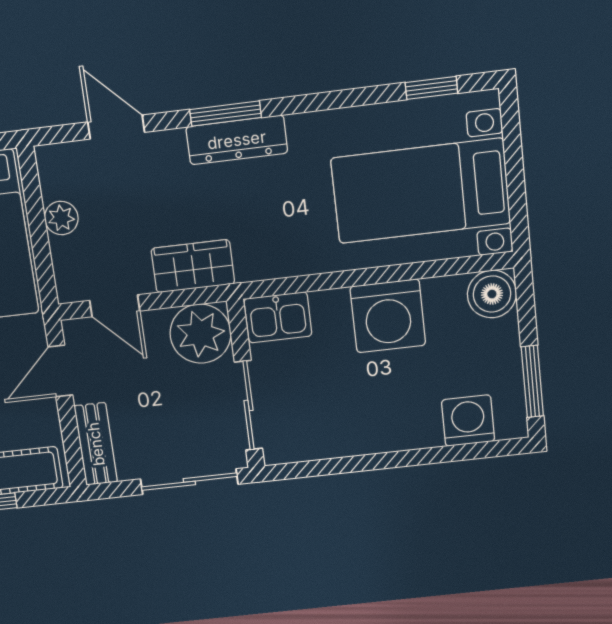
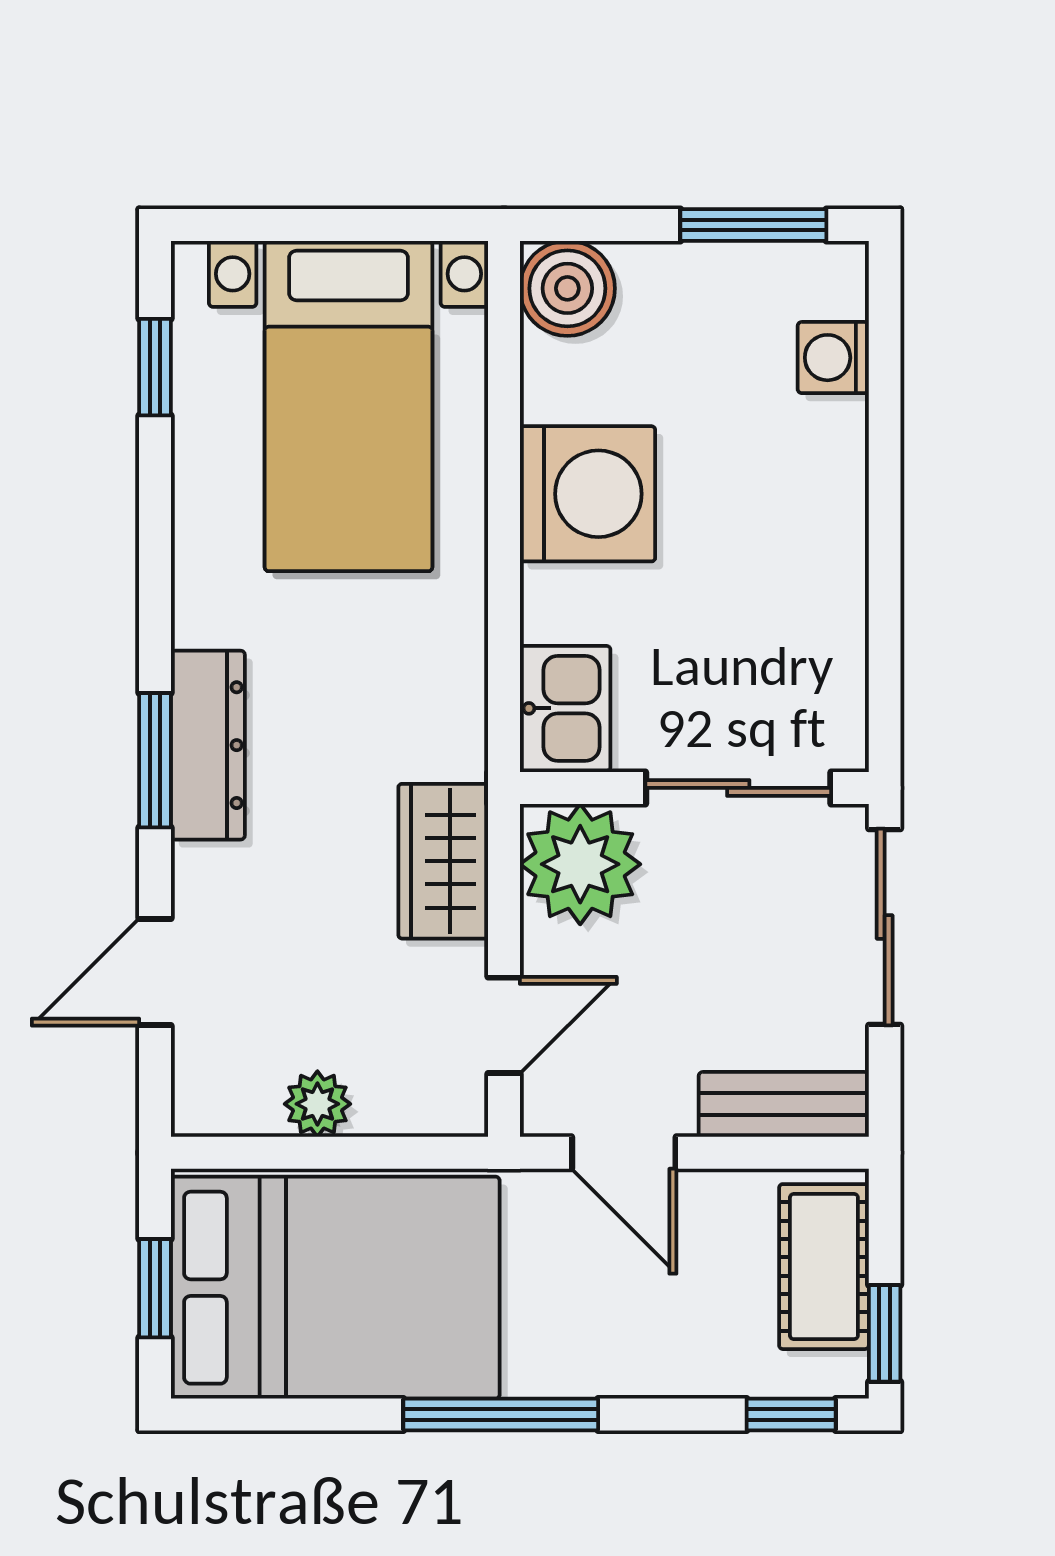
washing machine: (468, 421) -> (833, 358), width x0.73, depth x0.73

